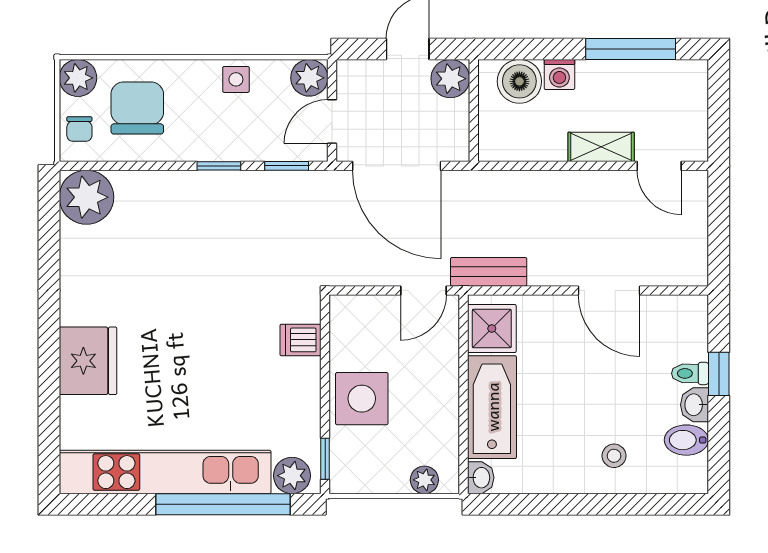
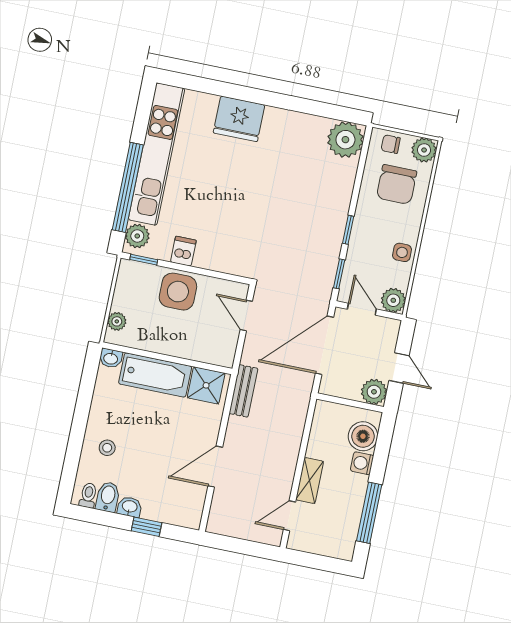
chair: (137, 108) -> (397, 184), turned 90
door: (424, 290) -> (246, 315), moved
dishwasher: (300, 340) -> (183, 251), moved
toilet: (690, 373) -> (88, 495), moved

